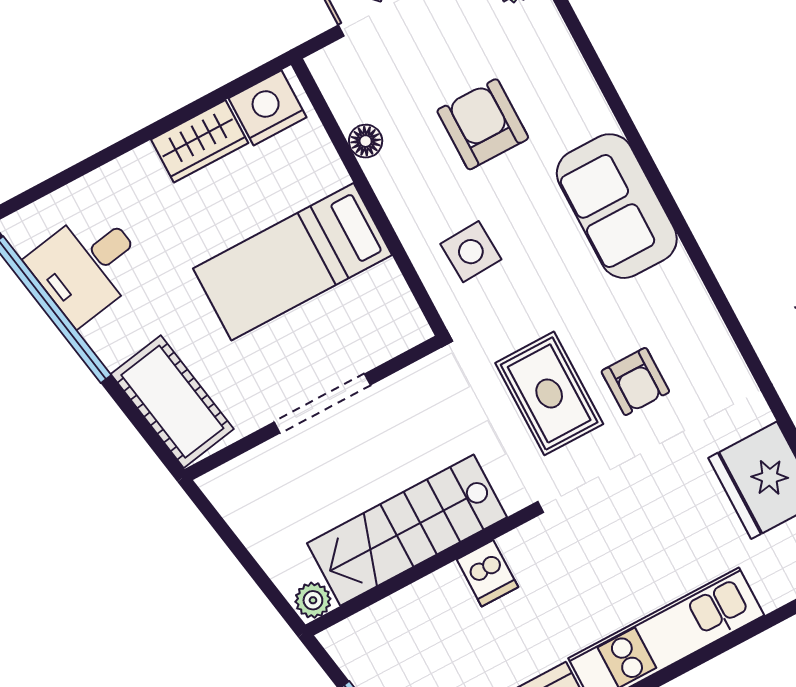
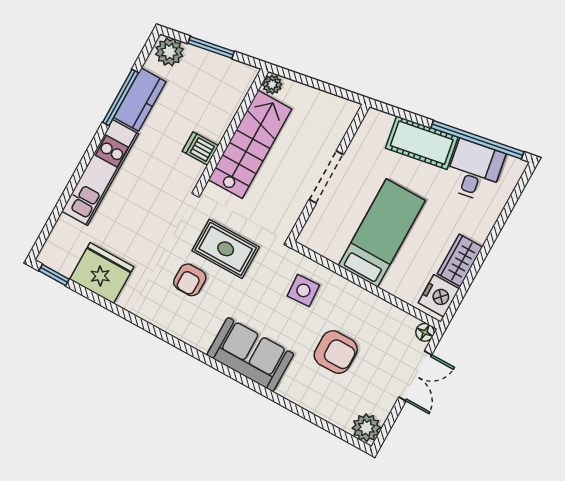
floor lamp: (366, 141) -> (425, 332), moved
armchair: (635, 382) -> (190, 280), turned -90
cot: (172, 402) -> (422, 143), moved

